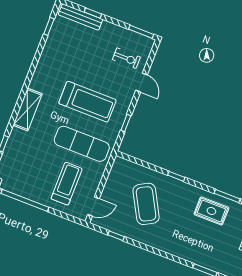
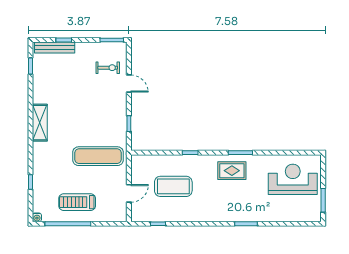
treadmill: (87, 102) -> (89, 118), removed
shelving: (27, 110) -> (40, 123), moved
treadmill: (67, 184) -> (77, 202), moved, turned -90
coffee table: (146, 204) -> (173, 186), turned -61
door: (93, 207) -> (129, 193), moved

